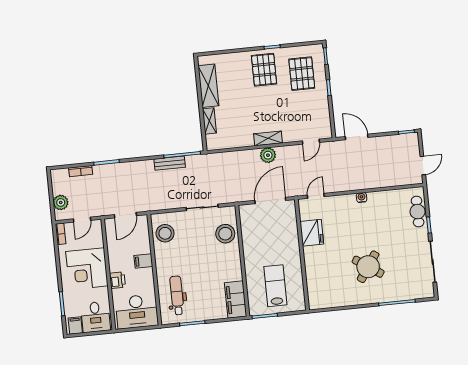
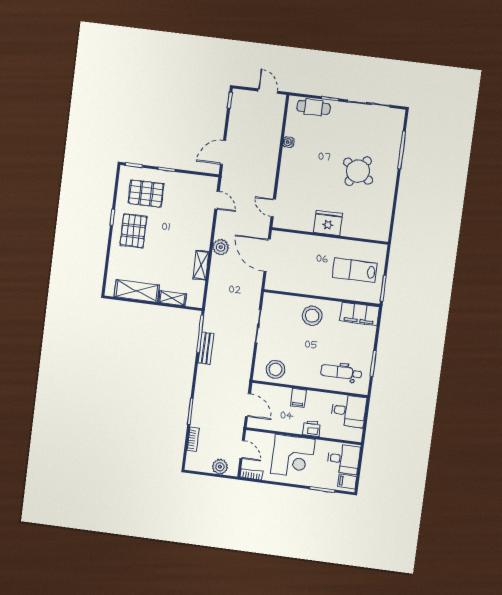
pallet: (264, 70) -> (133, 231), turned 90
shelving: (268, 138) -> (201, 265), moved
water cooler: (362, 198) -> (288, 142), moved
fridge: (312, 233) -> (328, 223), moved
stool: (225, 234) -> (312, 316), moved
desk: (137, 312) -> (349, 411), width x0.73

